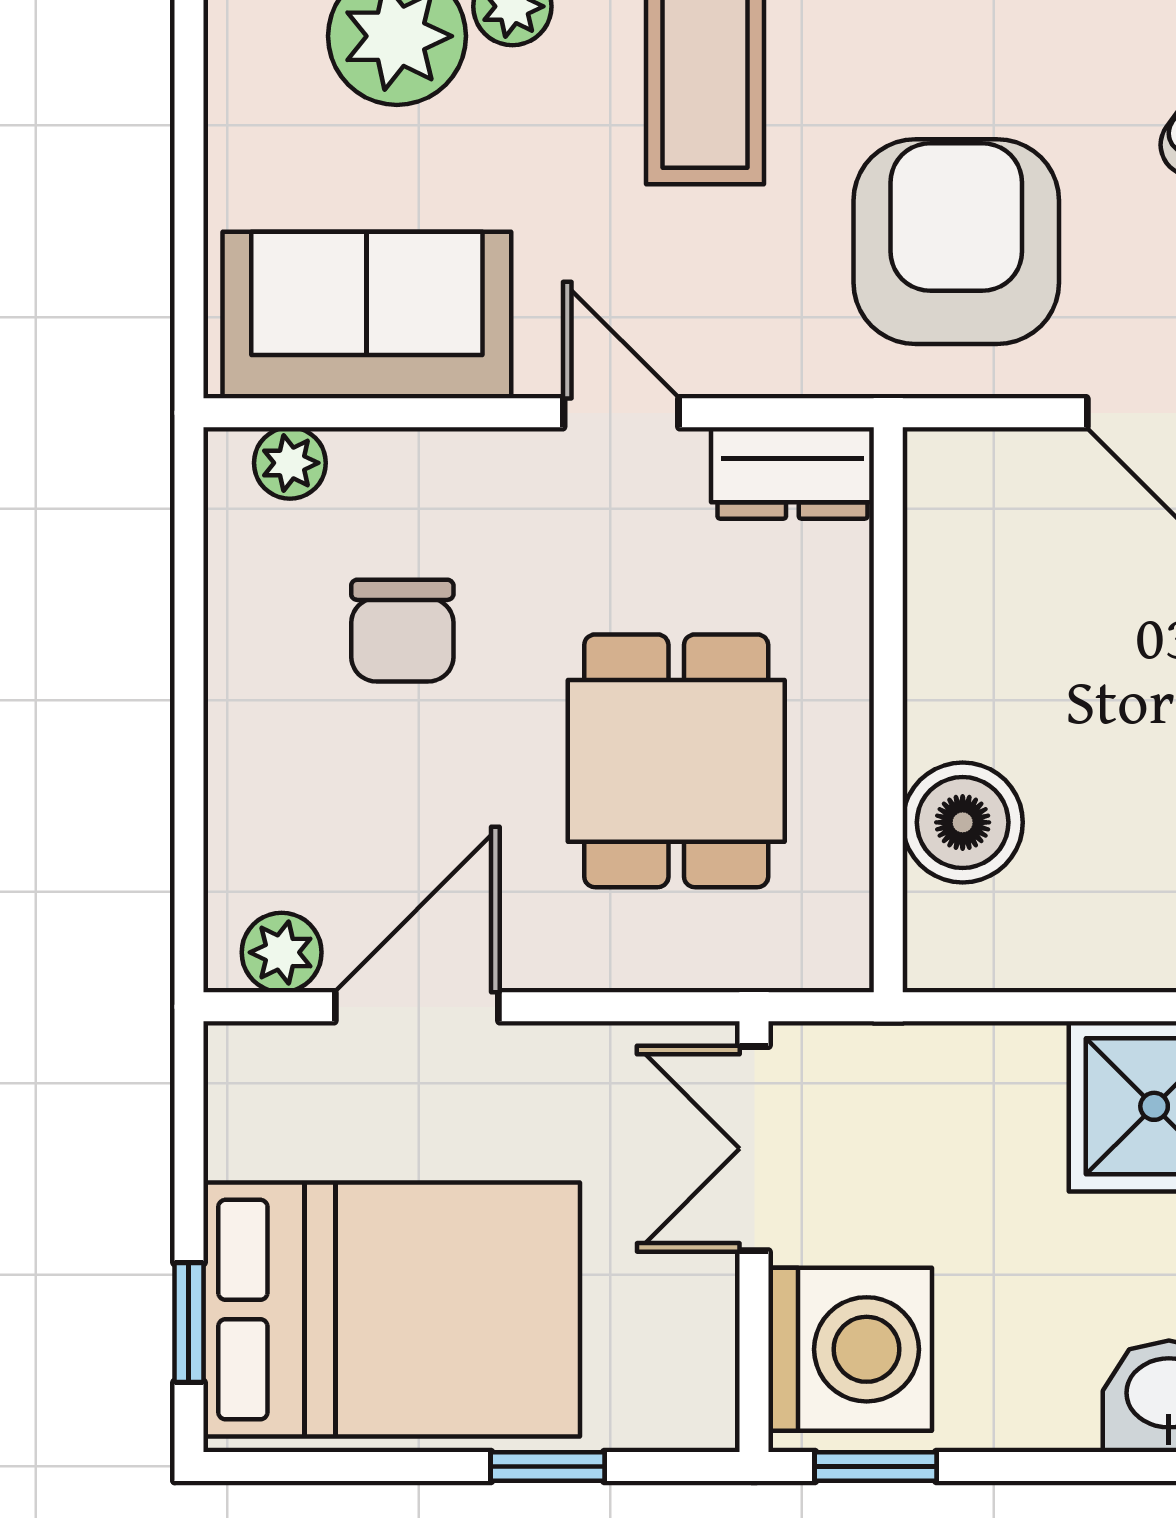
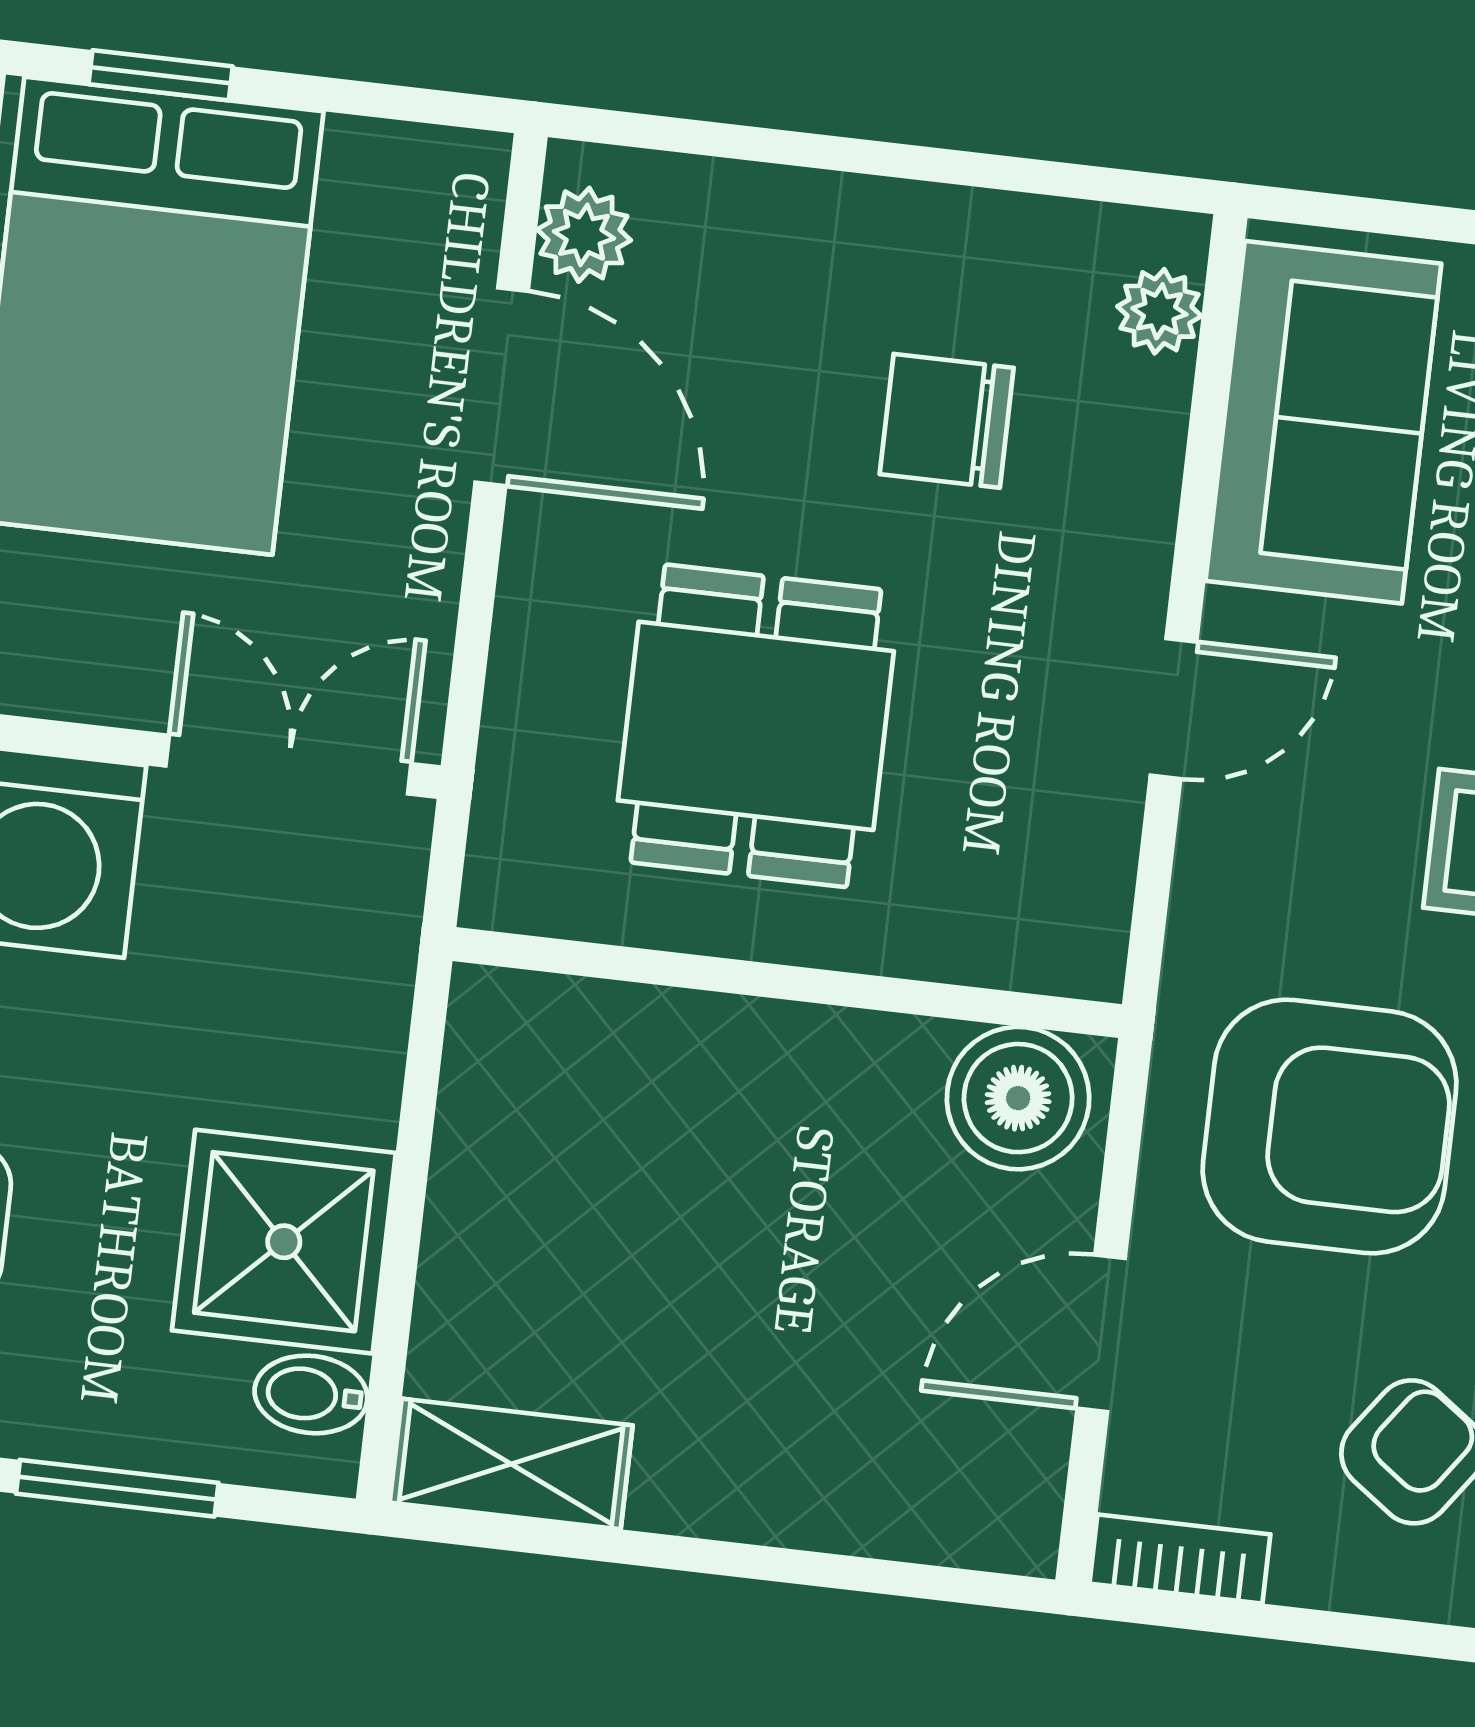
dresser: (792, 473) -> (1079, 902), removed
dining table: (676, 761) -> (756, 726), turned 90
boiler: (963, 822) -> (1018, 1098), moved

